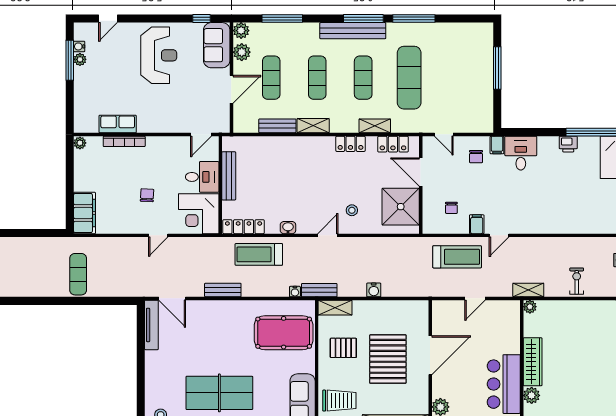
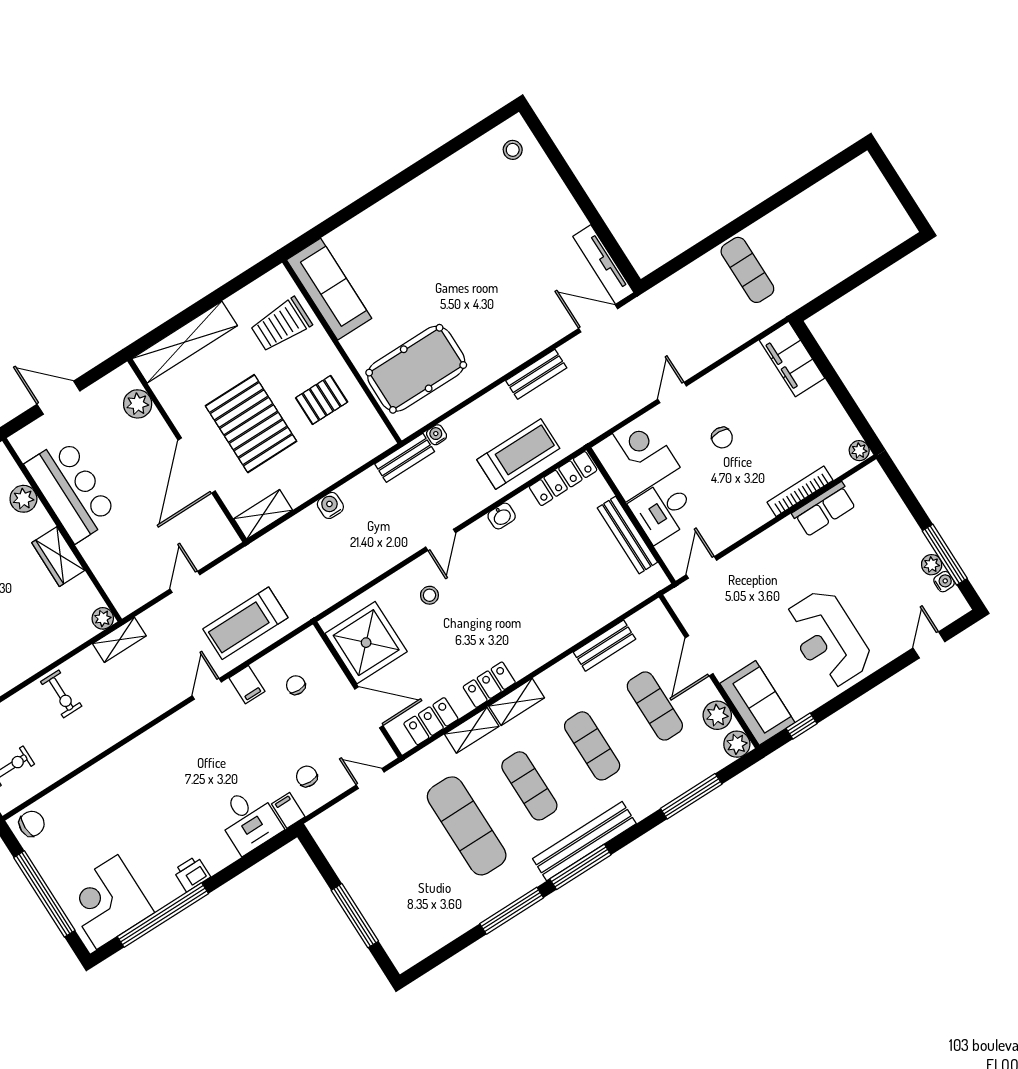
shelving: (313, 126) -> (517, 702), moved
shelving: (335, 308) -> (263, 514), moved
wardrobe: (533, 362) -> (58, 557), width x0.67
table tennis table: (219, 393) -> (452, 231), removed

